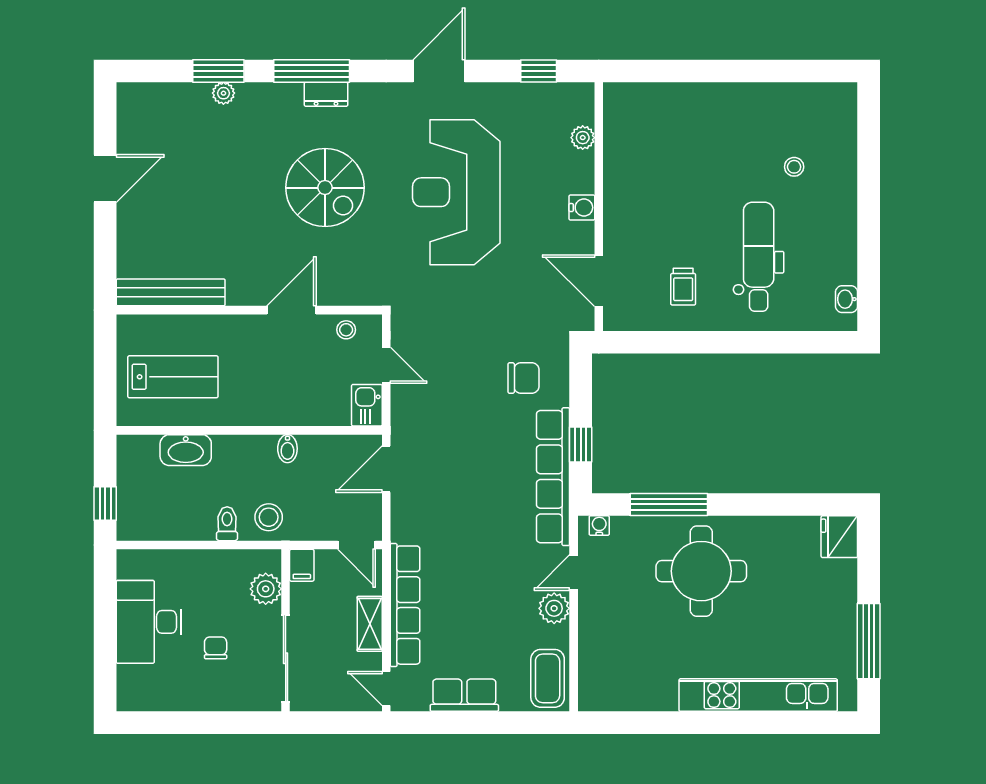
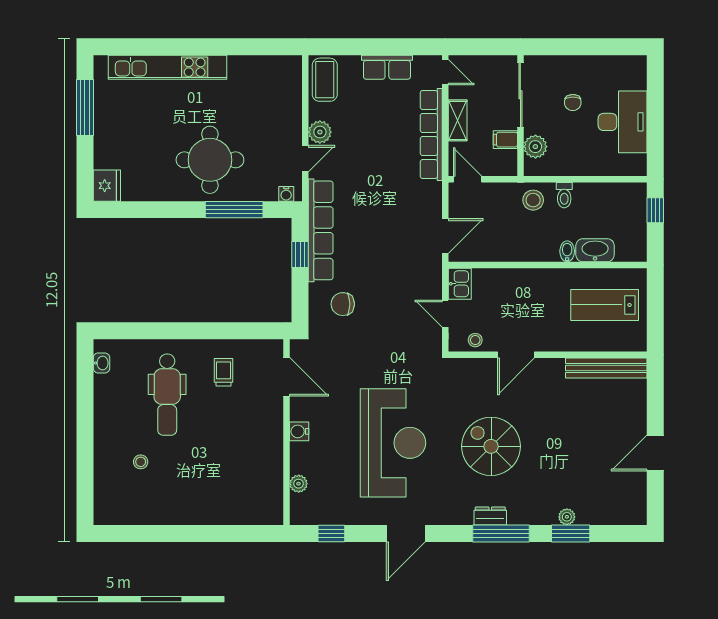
bidet: (287, 449) -> (567, 251), moved
filing cabinet: (302, 565) -> (505, 140), moved, turned -90

